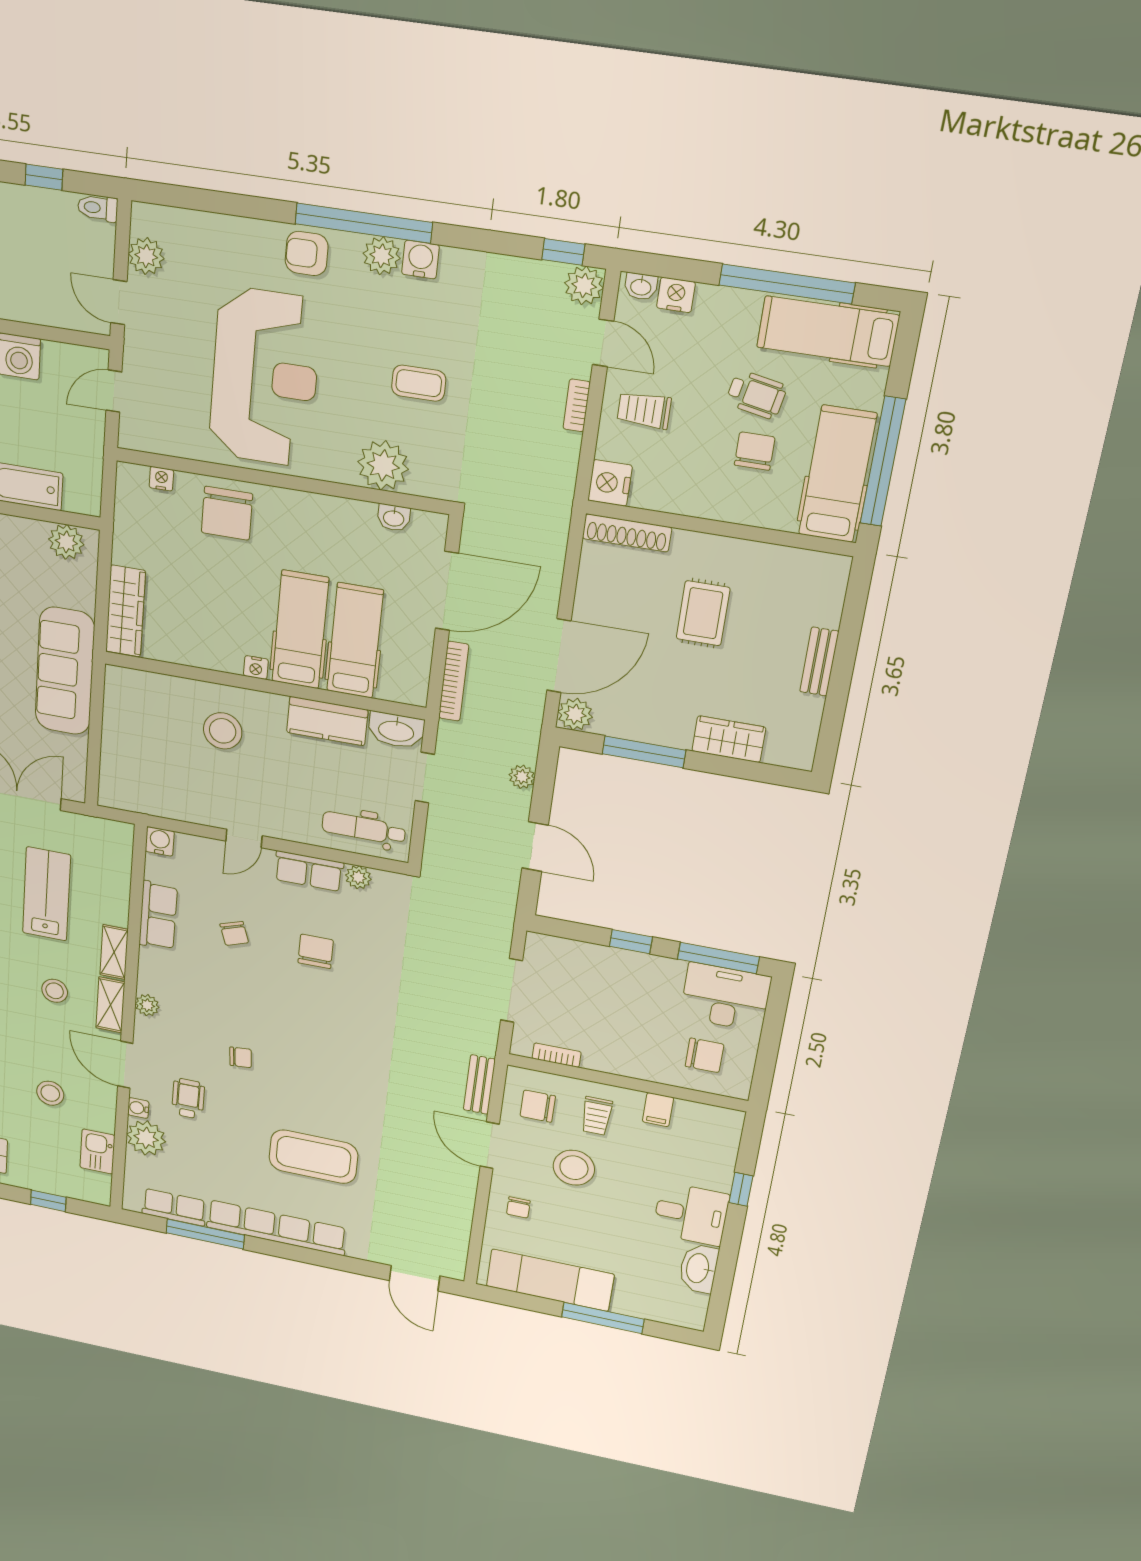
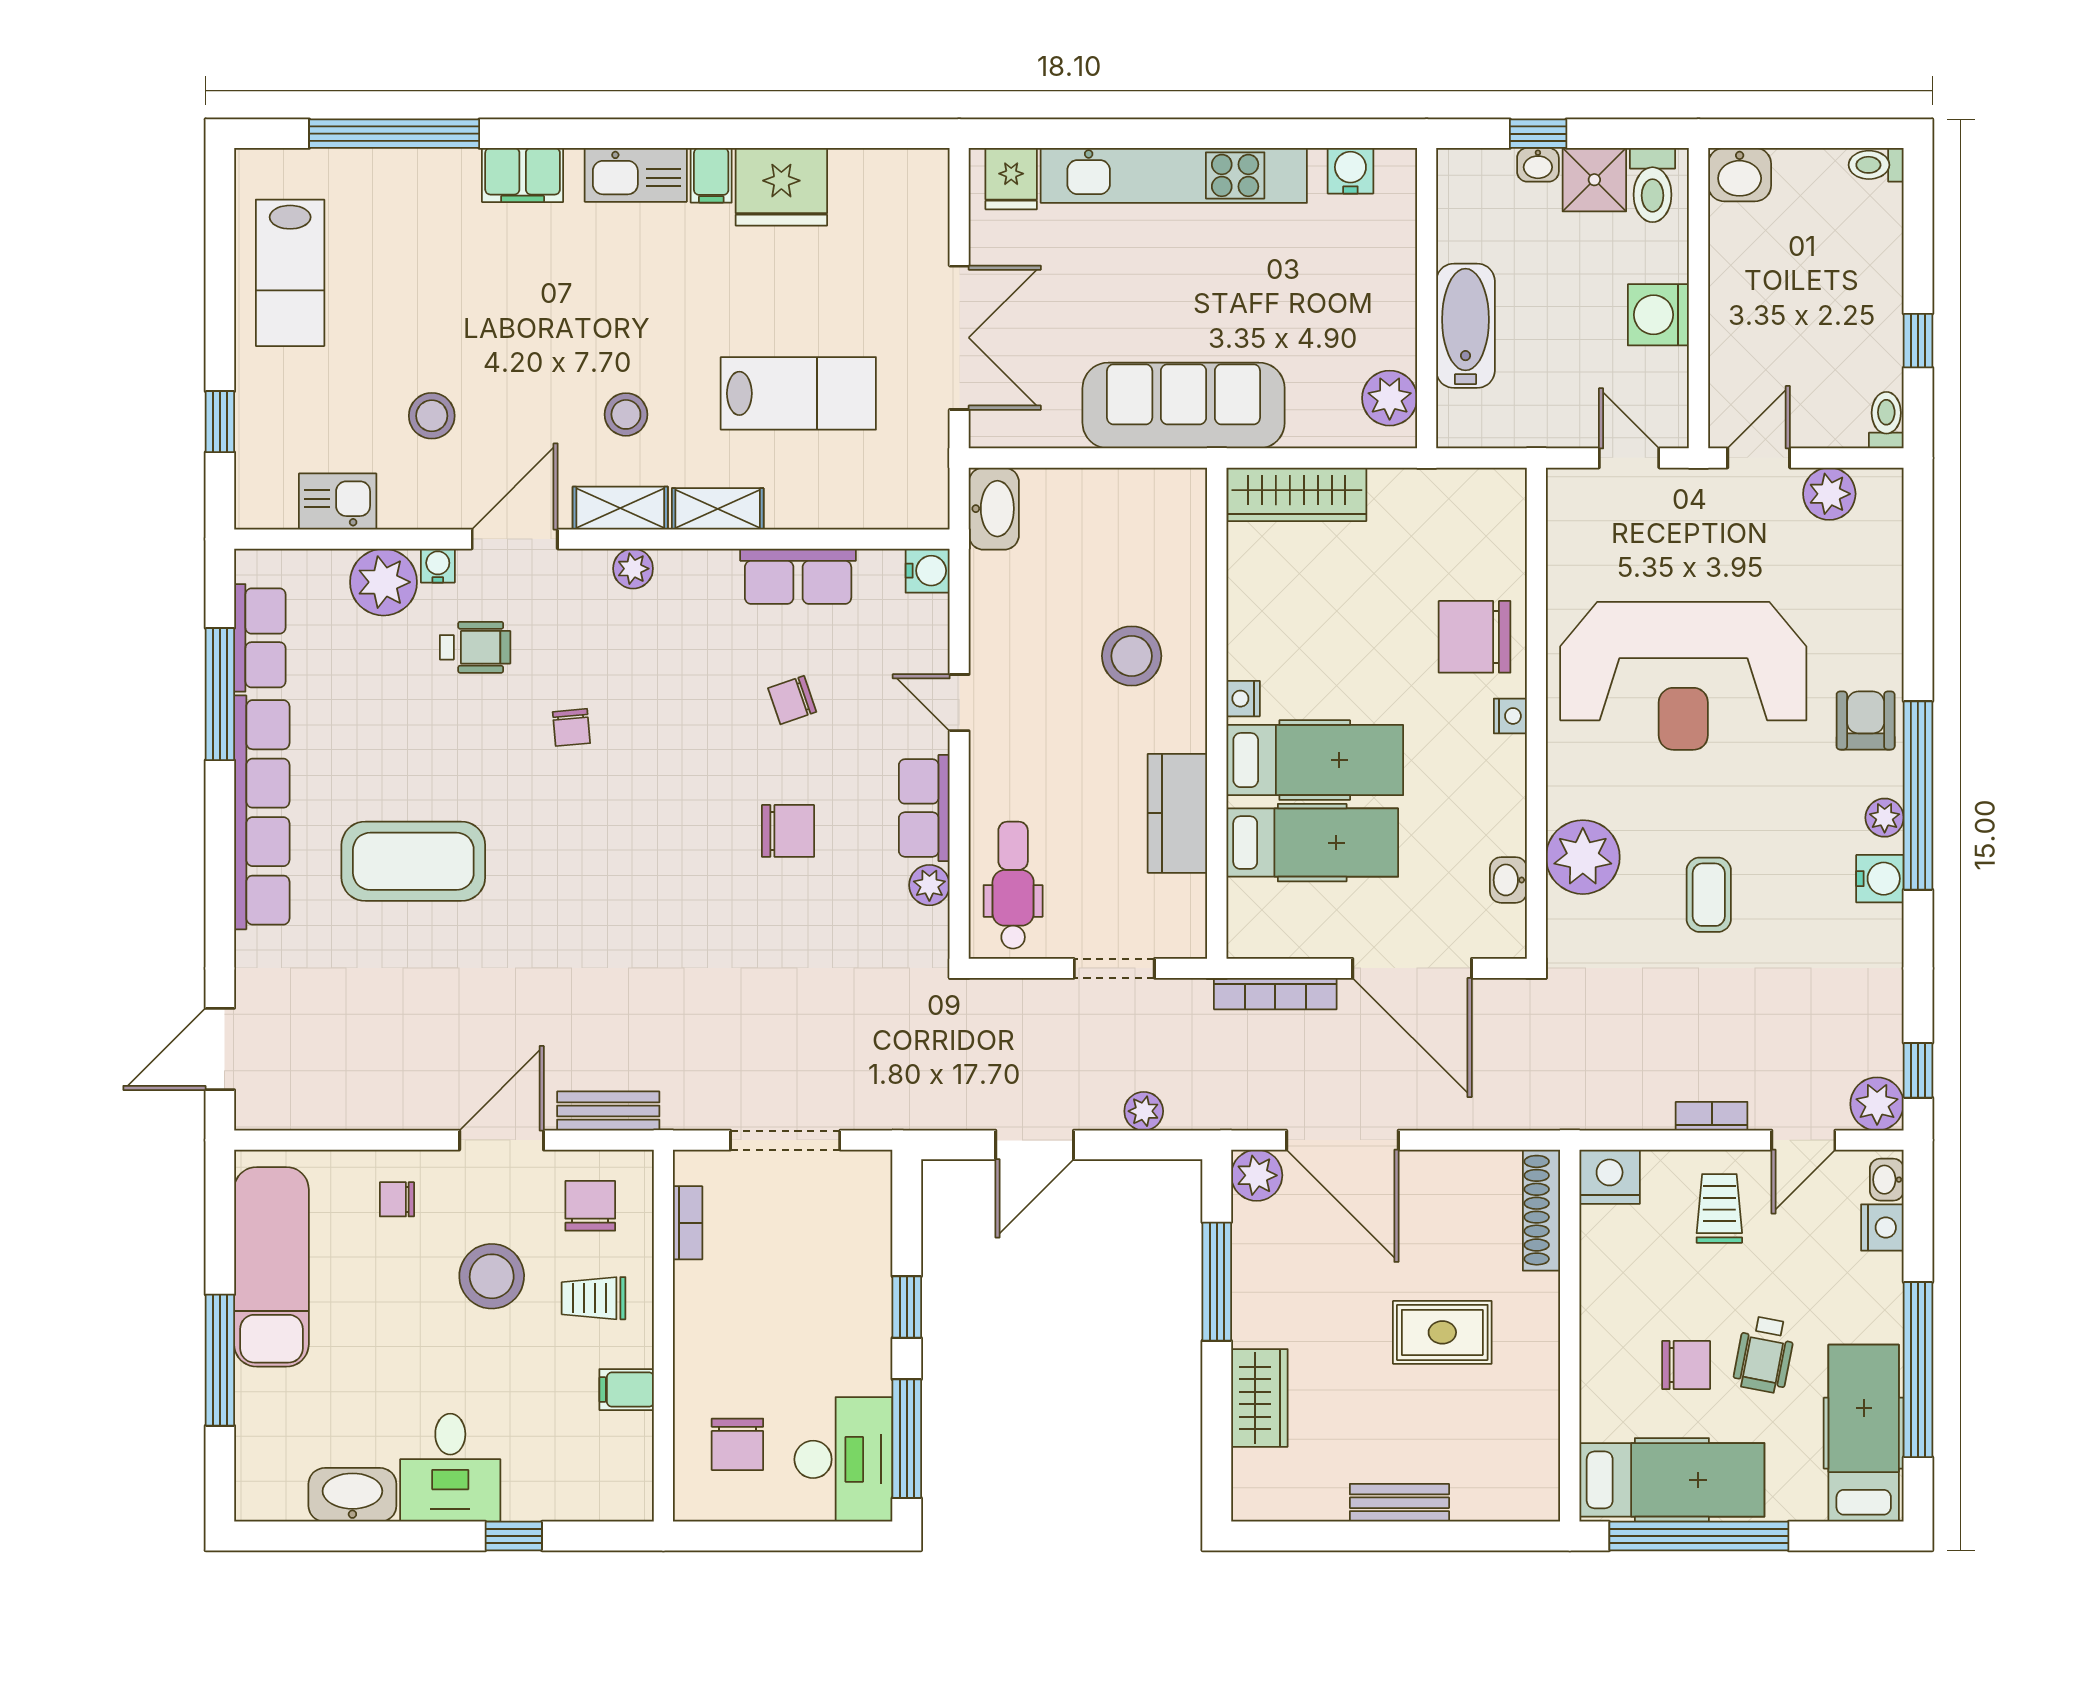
plant: (382, 256) -> (1885, 818), width x0.73, depth x0.73
nightstand: (161, 479) -> (1510, 716), moved
washbasin: (396, 730) -> (994, 509), moved, turned 180
coffee table: (313, 1157) -> (413, 861), turned 90

